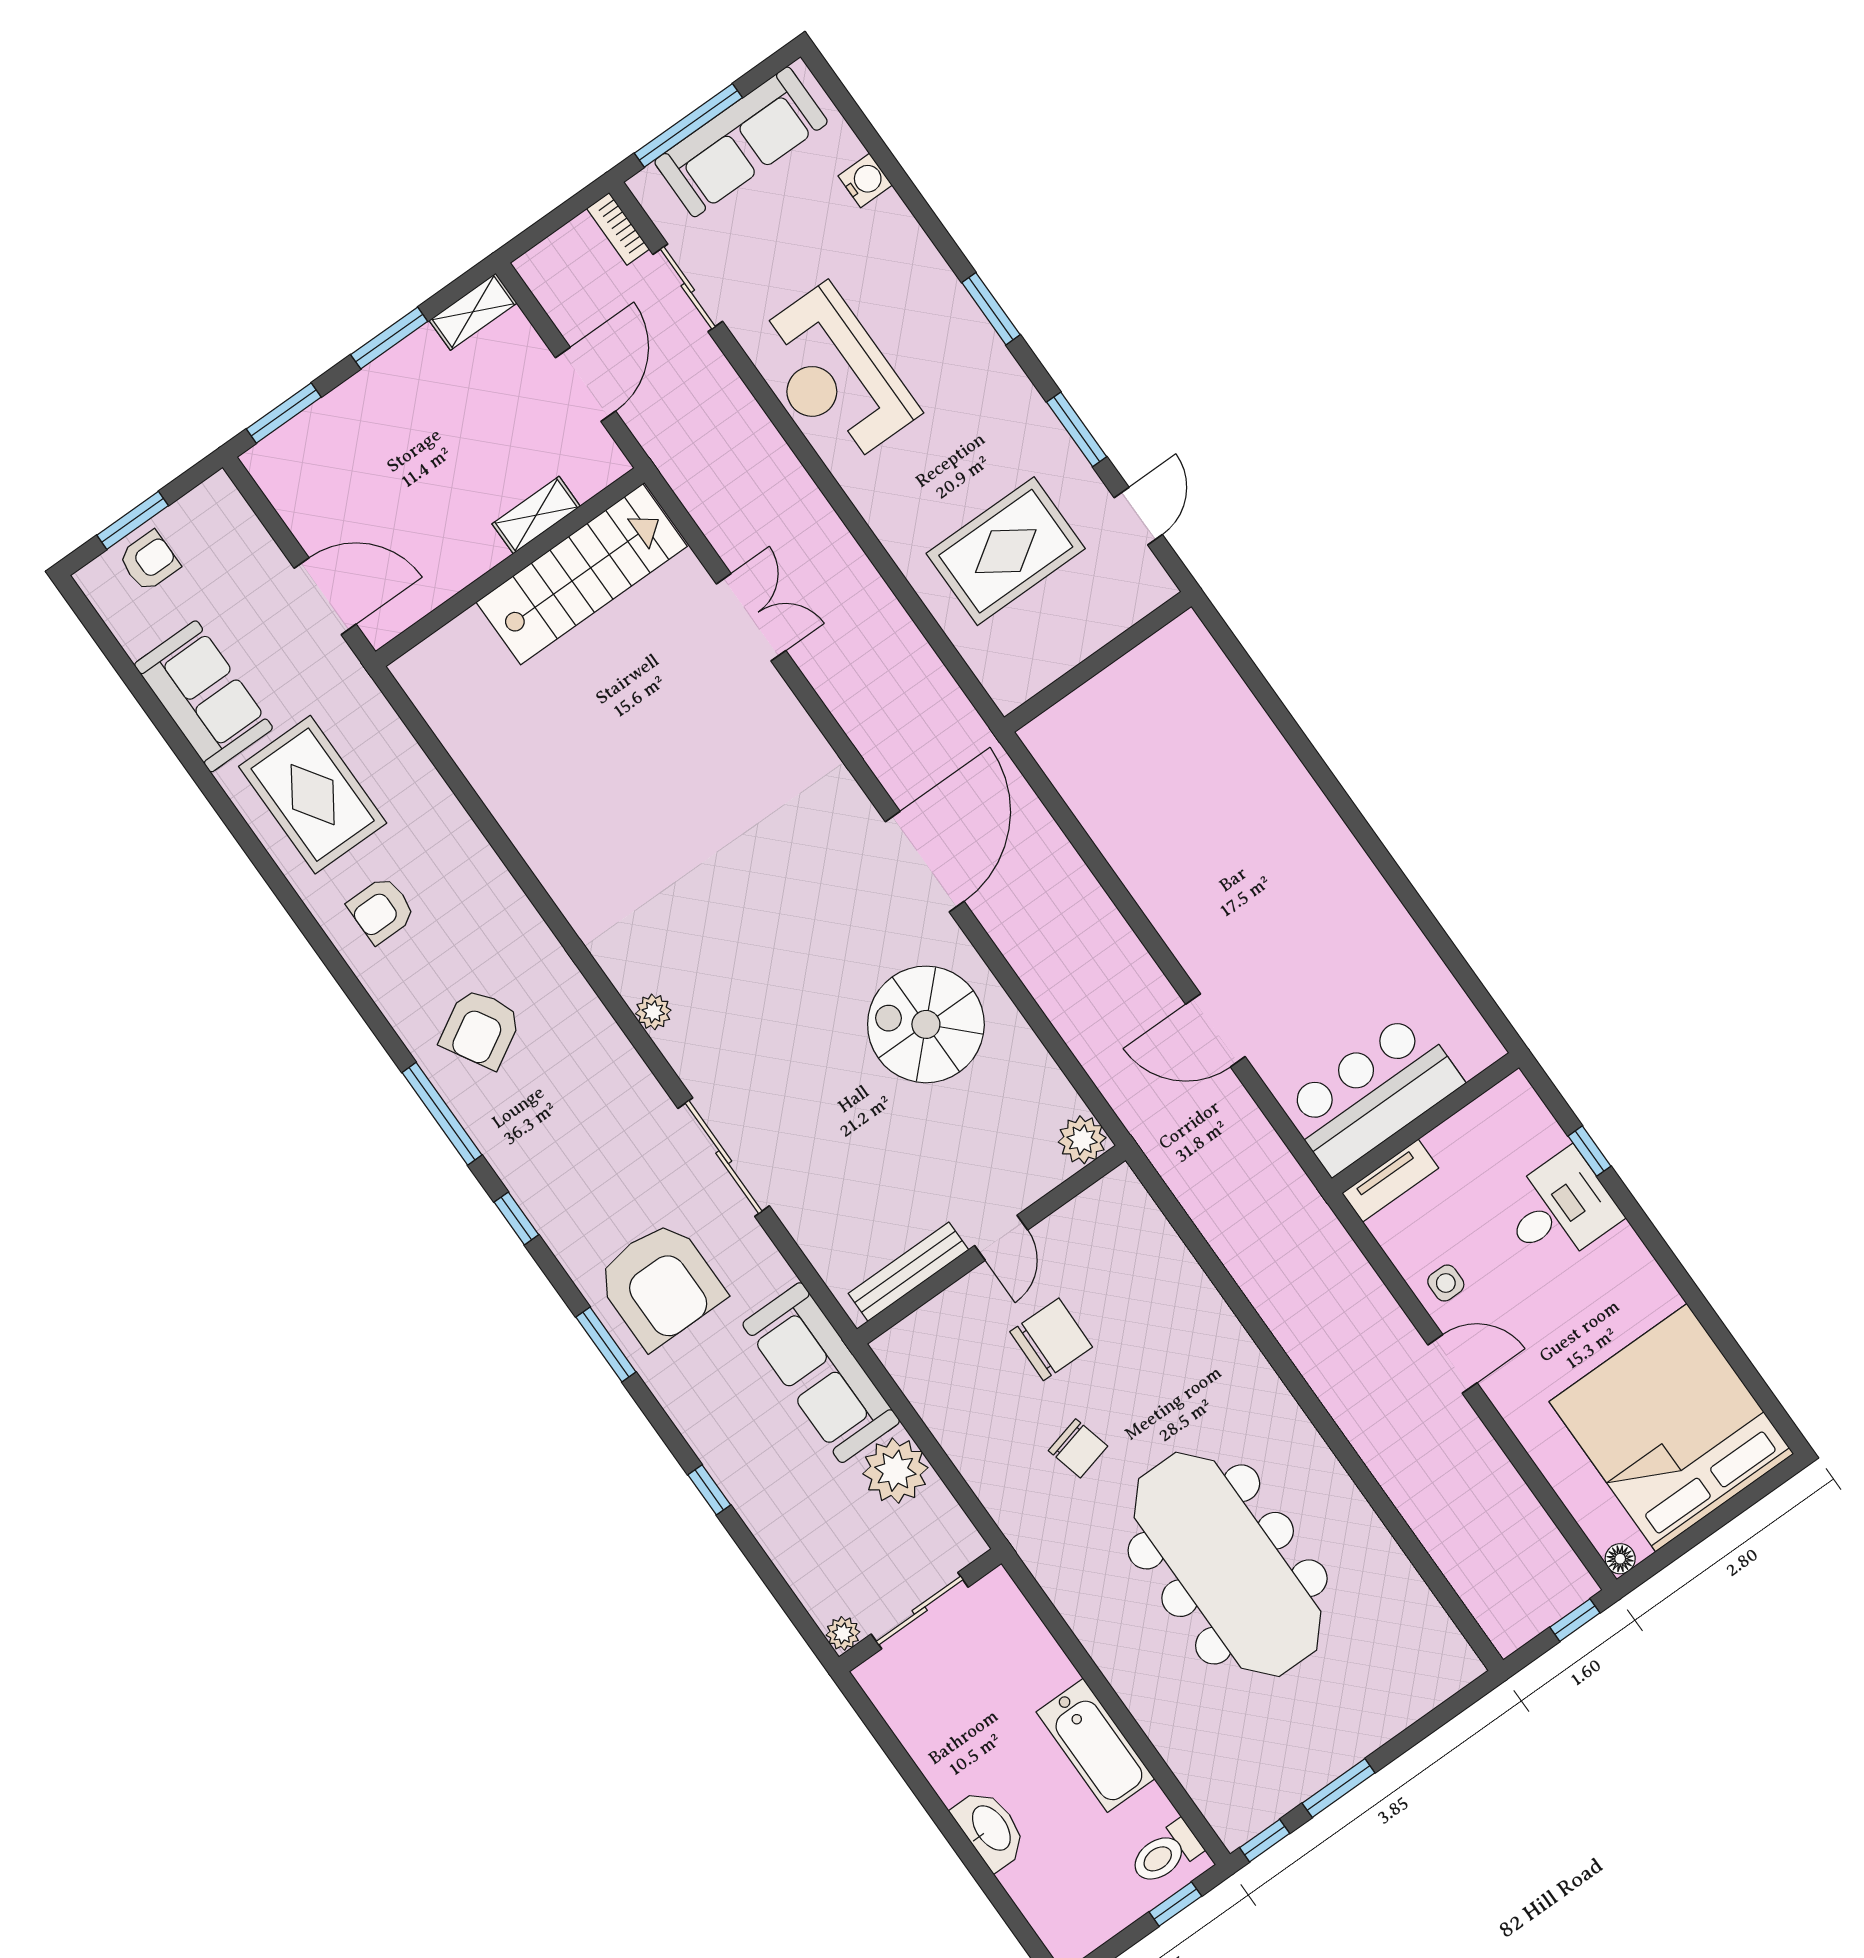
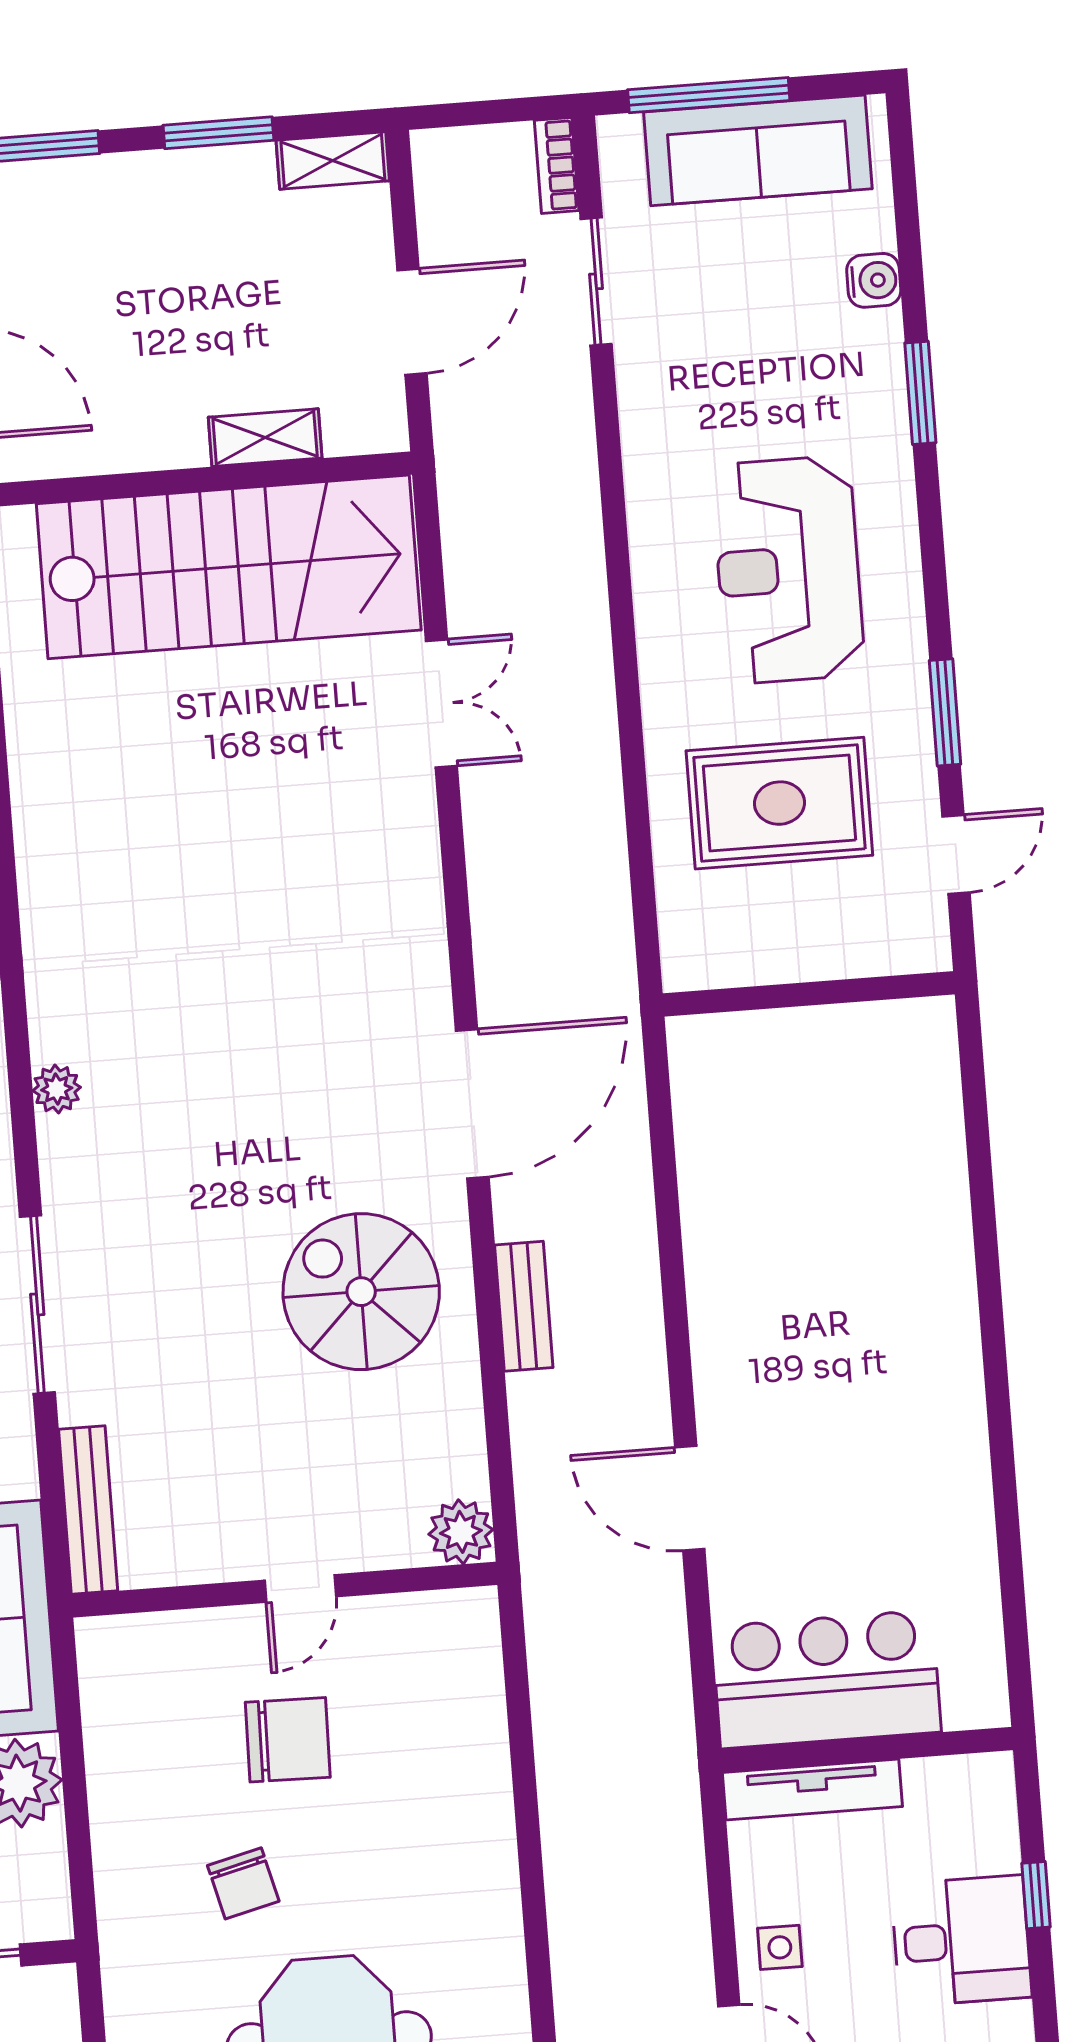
window: (991, 309) -> (920, 393), moved
reception desk: (834, 376) -> (788, 570), moved
stairs: (582, 574) -> (229, 567), width x1.36, depth x1.51
bench: (1036, 971) -> (524, 1306), added
tv unit: (1390, 1181) -> (812, 1789), width x1.41
bench: (908, 1272) -> (88, 1510), moved, turned 90

